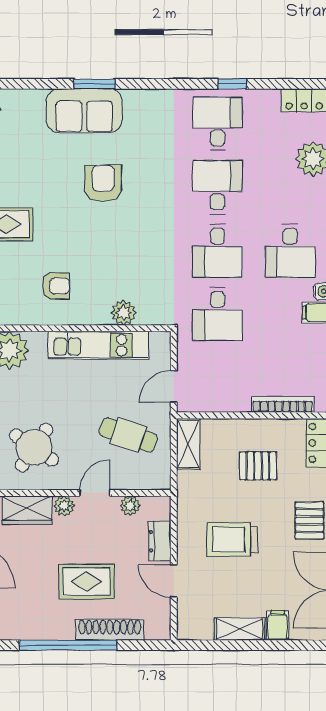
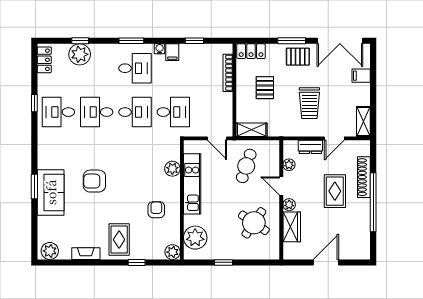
shelving: (239, 629) -> (363, 121), moved

